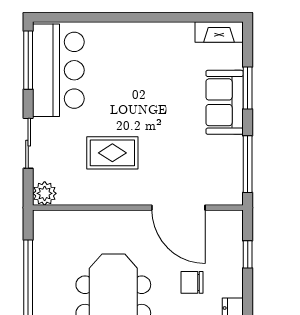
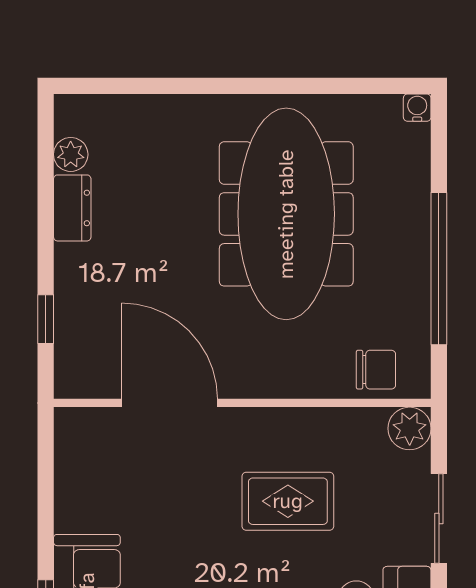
window: (248, 164) -> (46, 481), removed
chair: (192, 282) -> (376, 370), moved

